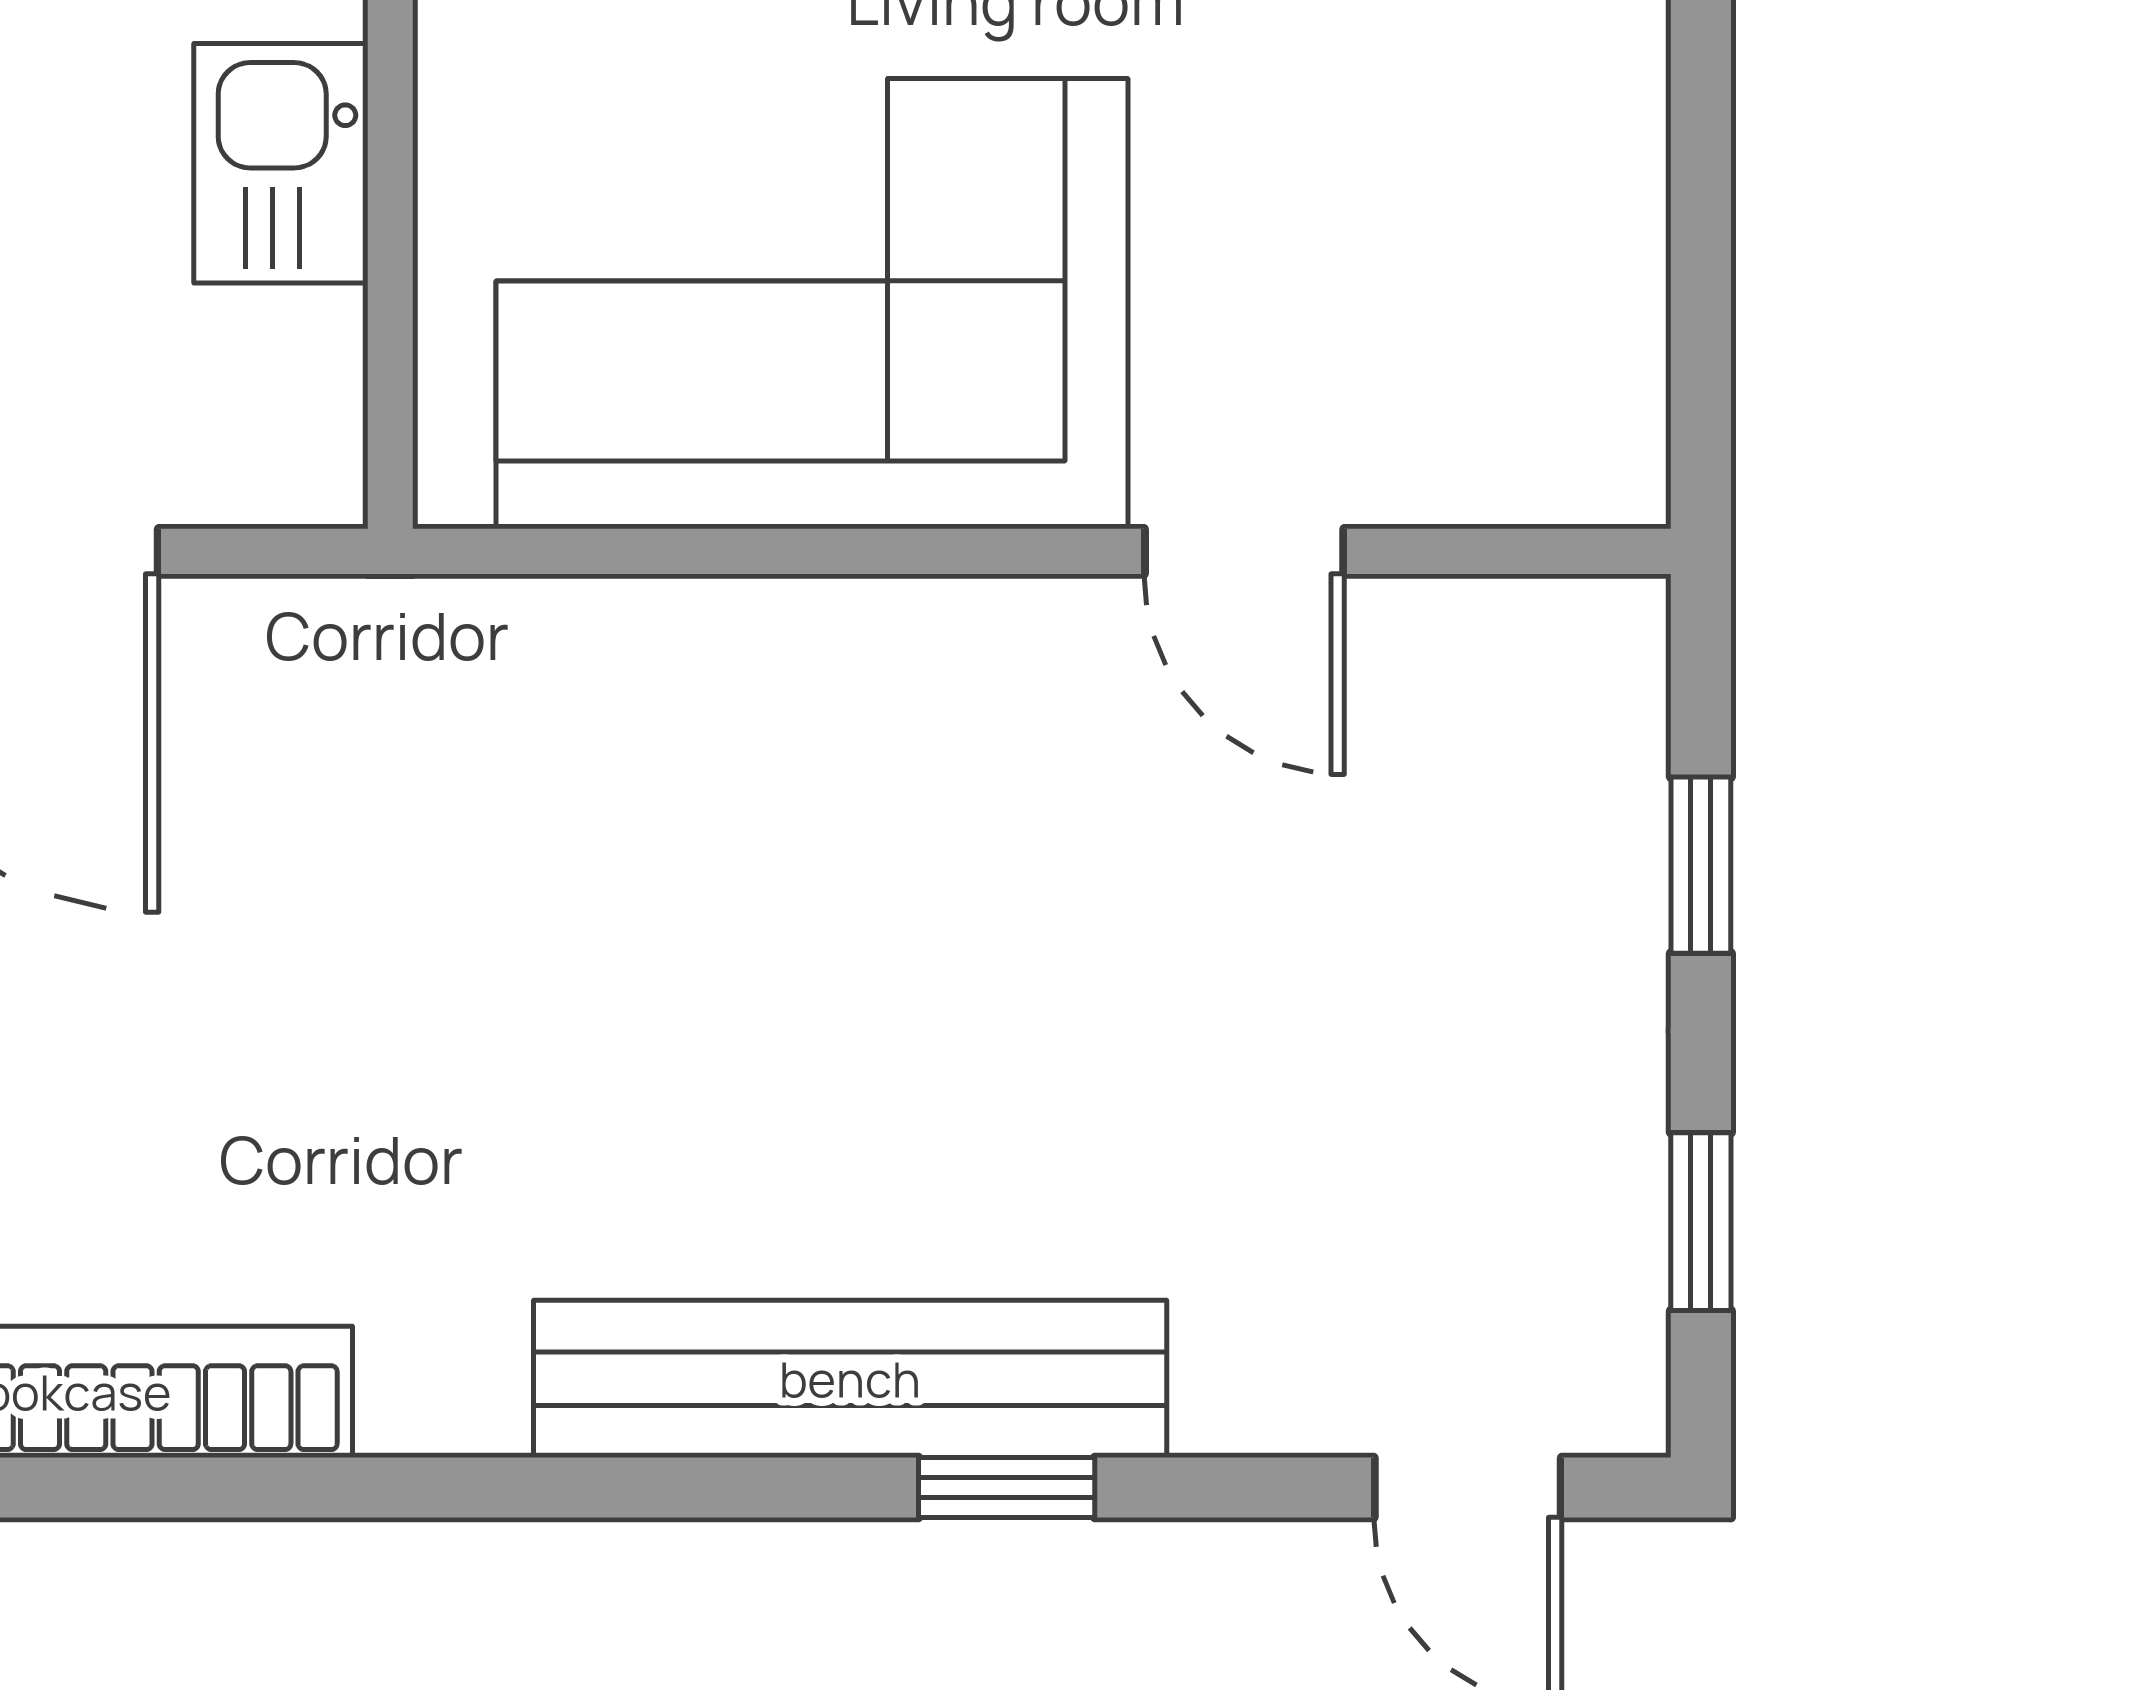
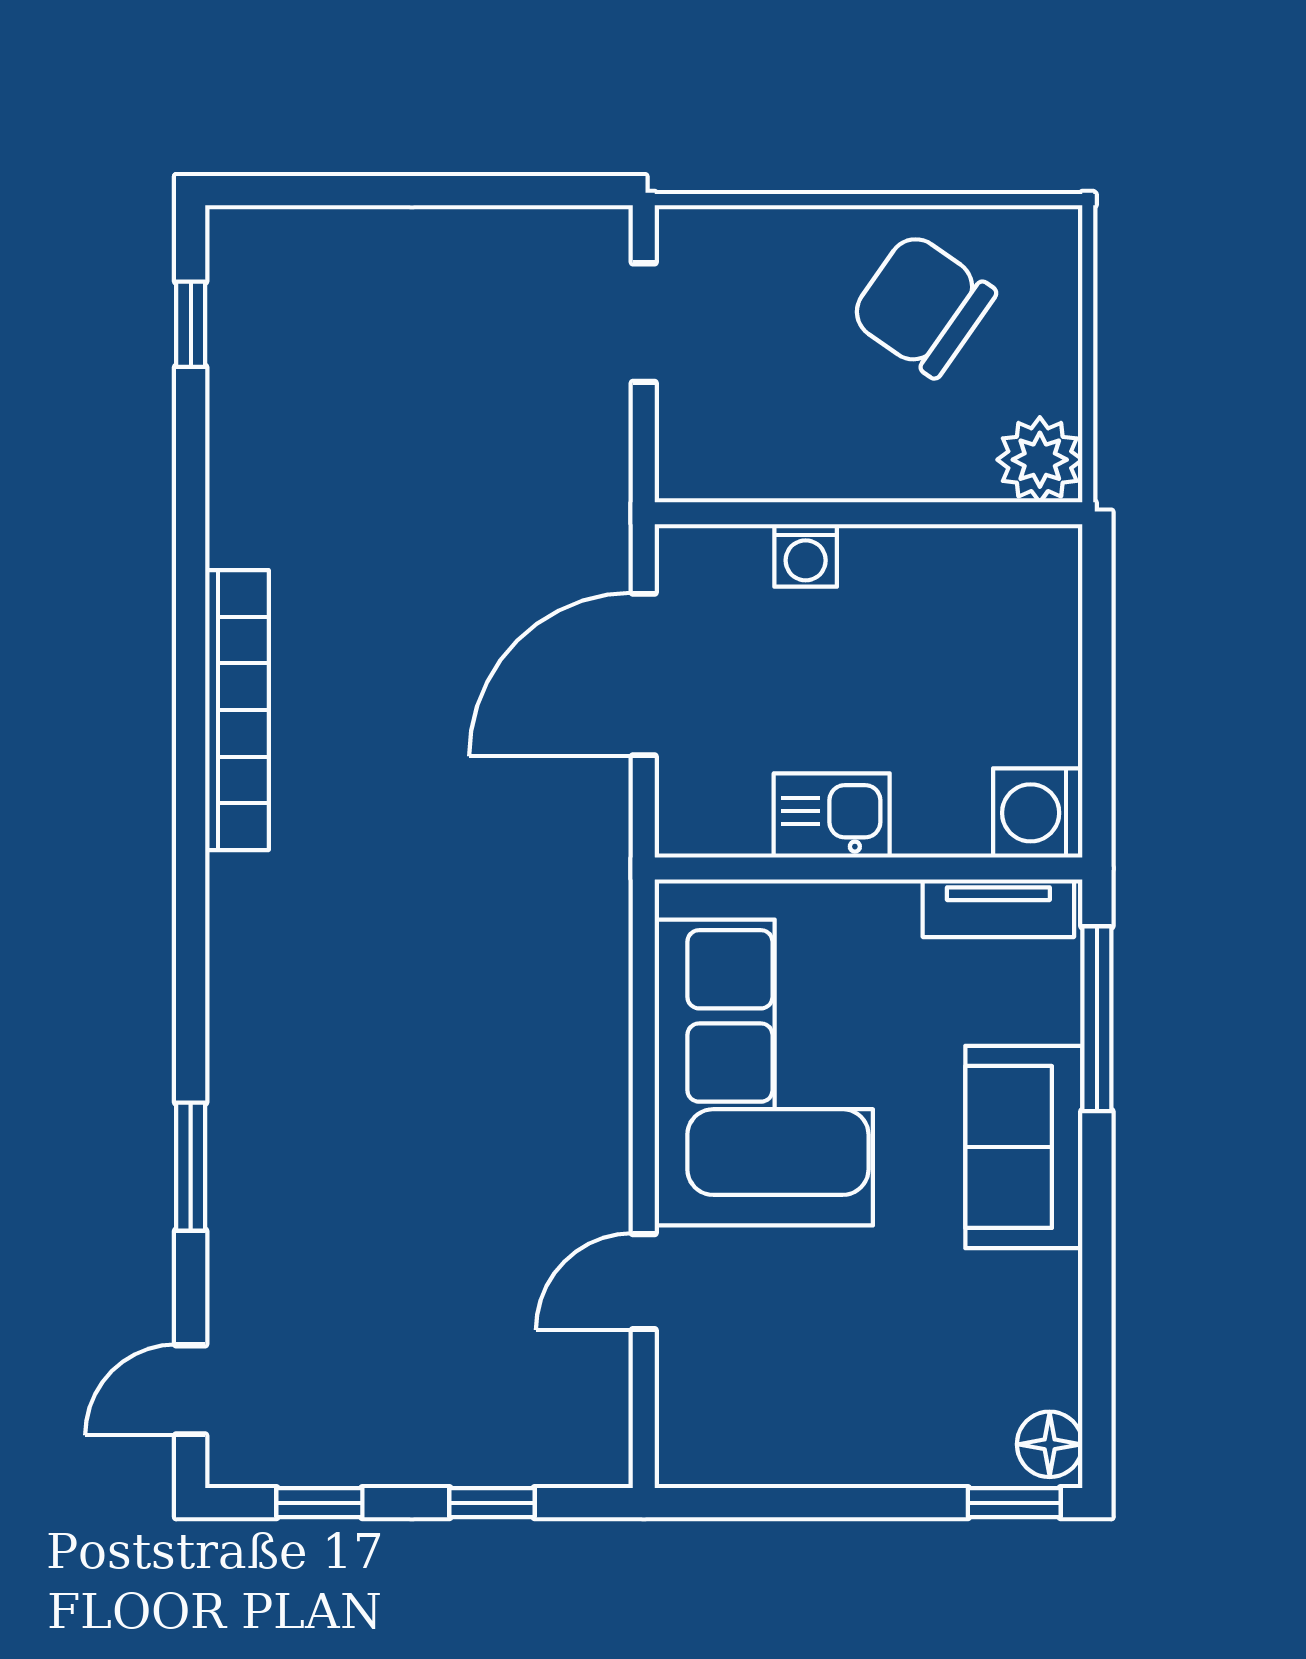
bench: (850, 1379) -> (243, 1091), removed
window: (1007, 1488) -> (191, 1167), width x1.50

